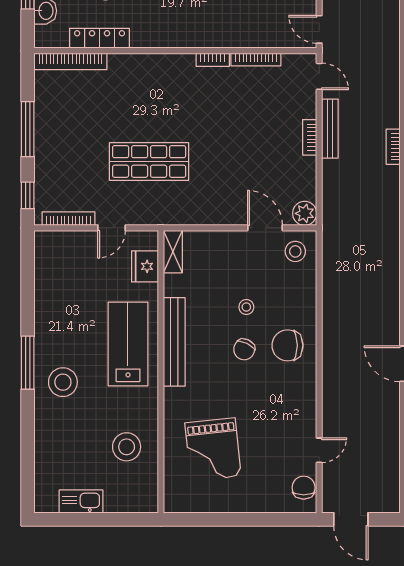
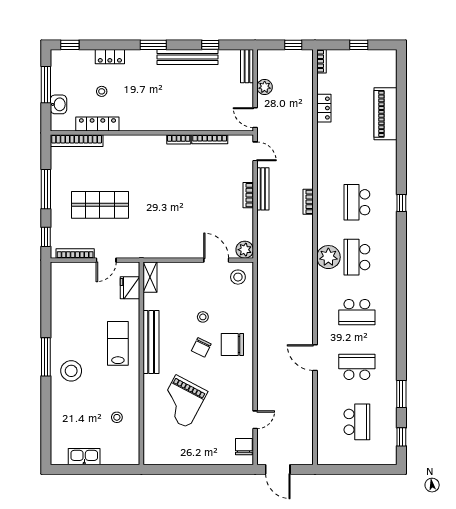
shop shelf: (149, 161) -> (100, 205), moved
lab bench: (128, 344) -> (118, 343), width x0.73, depth x0.72
stool: (127, 447) -> (117, 417), width x0.53, depth x0.53
grand piano: (213, 449) -> (182, 401), moved, turned 34

